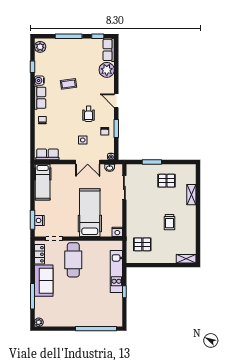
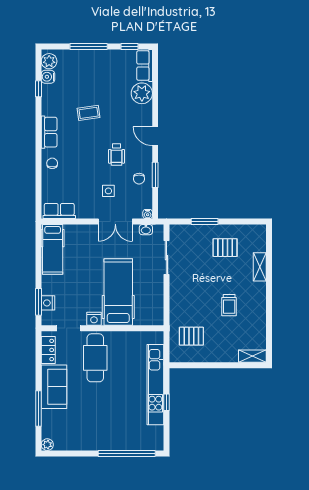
water cooler: (39, 81) -> (48, 77), moved
nightstand: (117, 232) -> (94, 319), moved
kitchen unit: (116, 271) -> (155, 385), width x1.36

